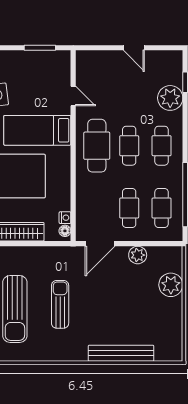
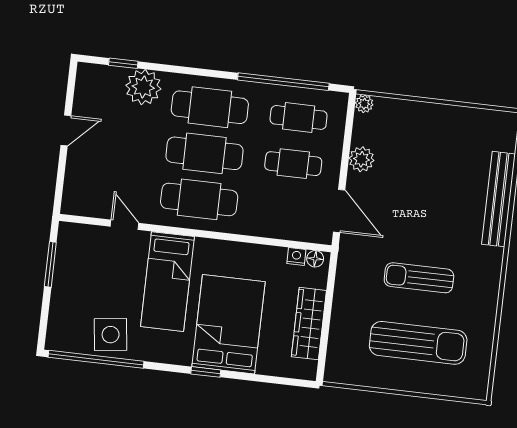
door: (73, 96) -> (125, 225), hinge flipped
cafe table: (129, 146) -> (204, 153), width x1.37, depth x1.35
cafe table: (162, 146) -> (210, 107), width x1.37, depth x1.35
plant: (171, 285) -> (364, 104), moved, width x0.53, depth x0.53

